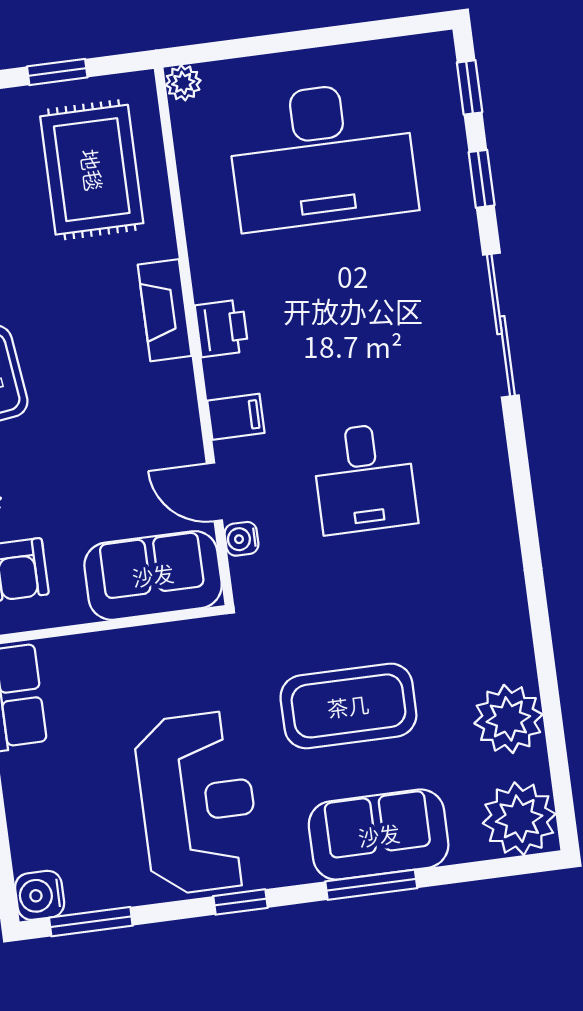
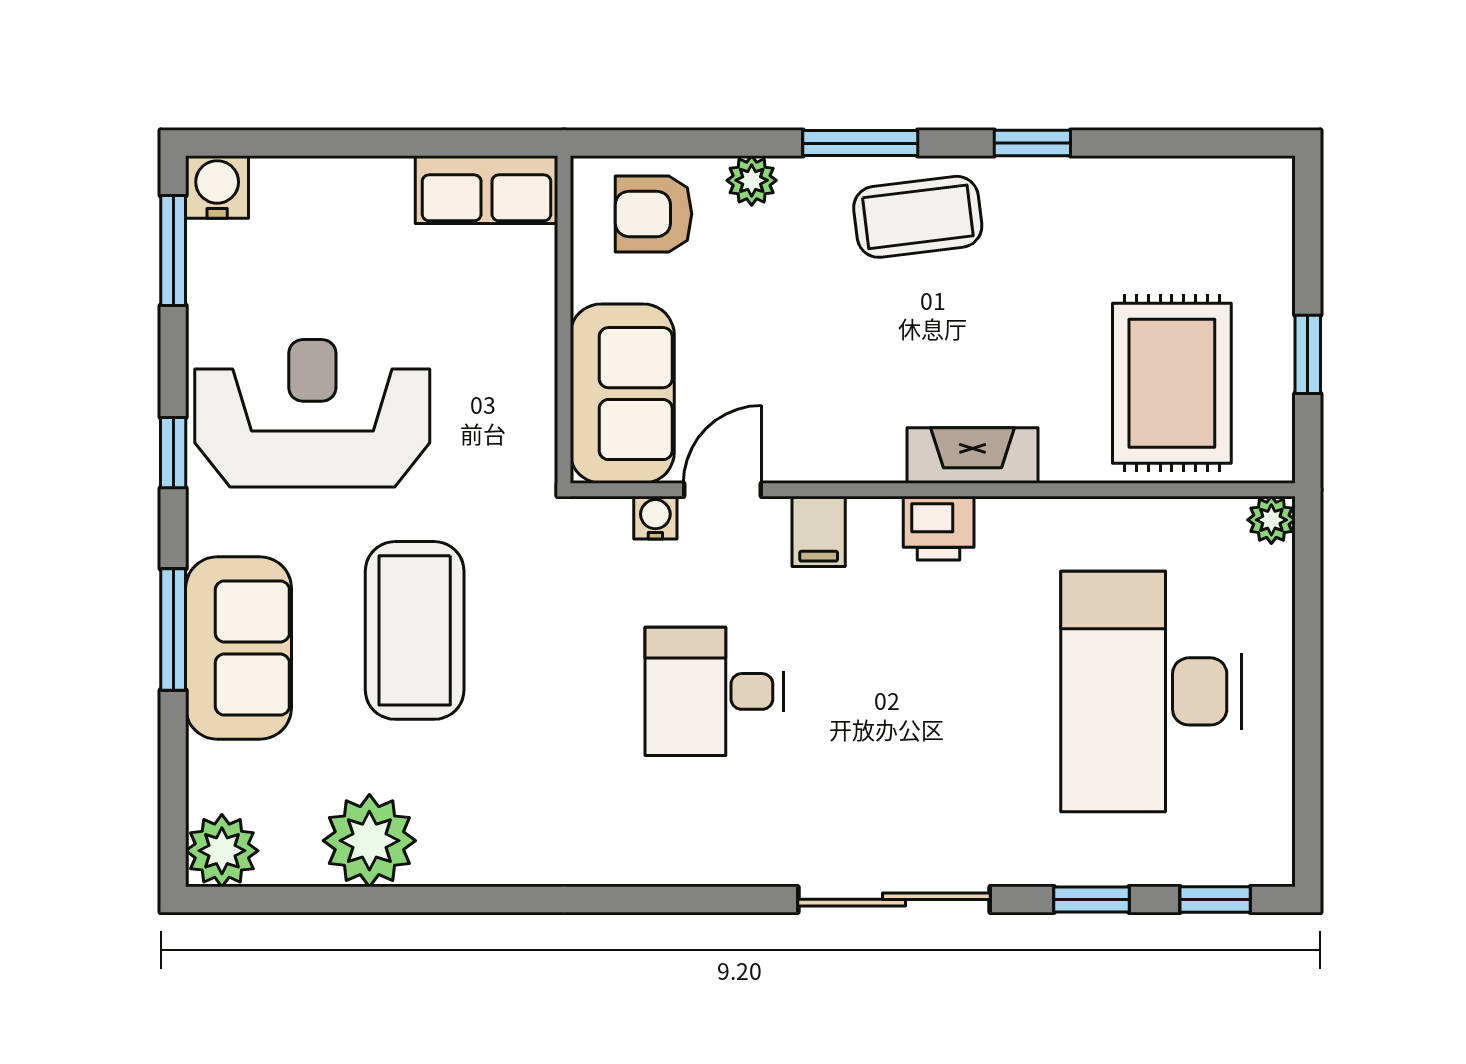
rug: (92, 170) -> (1172, 383), turned 90
reception desk: (198, 803) -> (312, 413), turned 180
plant: (519, 819) -> (222, 851), width x0.73, depth x0.73

